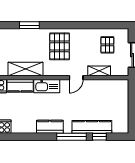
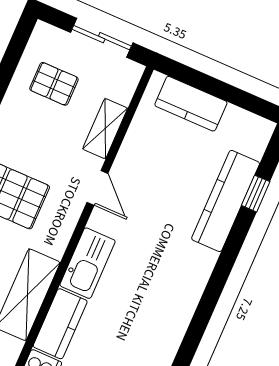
kitchen counter: (50, 127) -> (191, 104), moved, turned -90
window: (71, 137) -> (228, 257), removed

